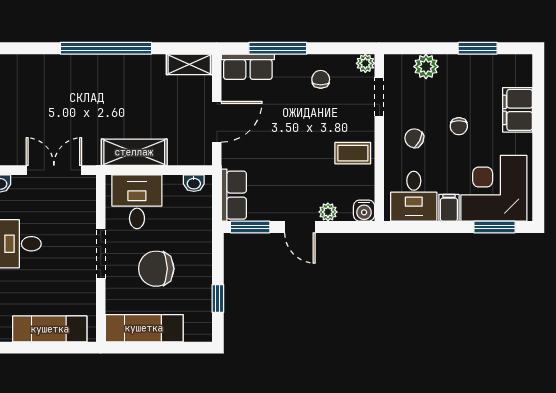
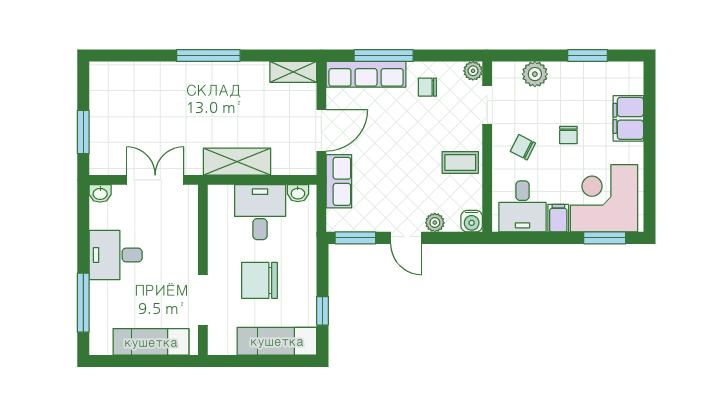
window: (106, 48) -> (208, 55), width x0.68
row of seats: (248, 67) -> (366, 74), width x1.48
chair: (321, 79) -> (427, 87), turned -90
row of seats: (234, 195) -> (339, 181), moved
desk: (137, 202) -> (260, 212), moved
doorway: (101, 254) -> (203, 300), moved
exam couch: (144, 328) -> (277, 341), moved

